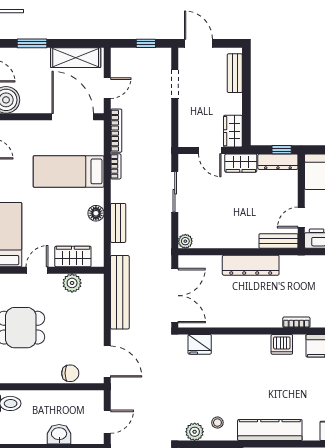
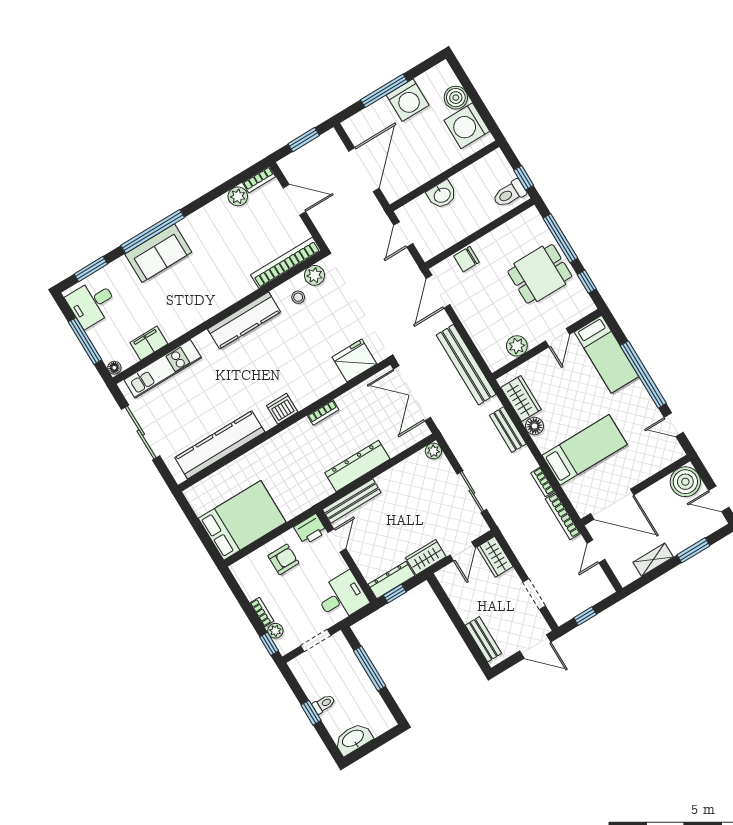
shelving: (76, 58) -> (653, 560), width x0.67, depth x0.75
wardrobe: (233, 131) -> (495, 557), moved, turned 180
door: (210, 151) -> (463, 551), swing flipped
bench: (278, 241) -> (352, 501), width x1.36
wardrobe: (73, 256) -> (521, 399), moved, turned -90
bookcase: (296, 322) -> (323, 413), moved
fridge: (200, 344) -> (354, 360), width x1.36, depth x1.34
door: (107, 362) -> (438, 292), hinge flipped

